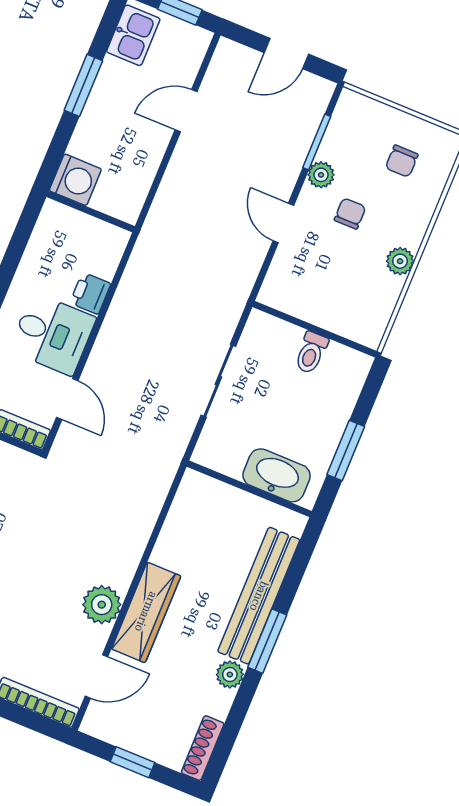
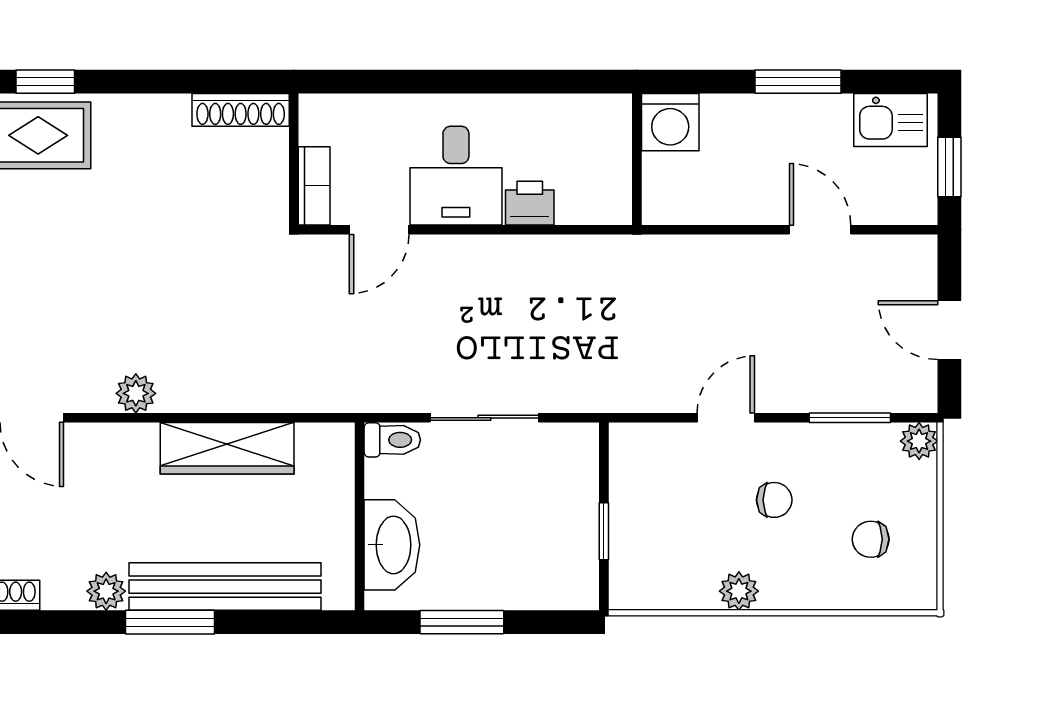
plant: (321, 175) -> (919, 441), moved
window: (325, 333) -> (604, 531), added
toilet: (311, 353) -> (392, 440), moved, turned 180
plant: (102, 605) -> (136, 393), width x0.73, depth x0.73
wardrobe: (146, 612) -> (227, 448), moved

